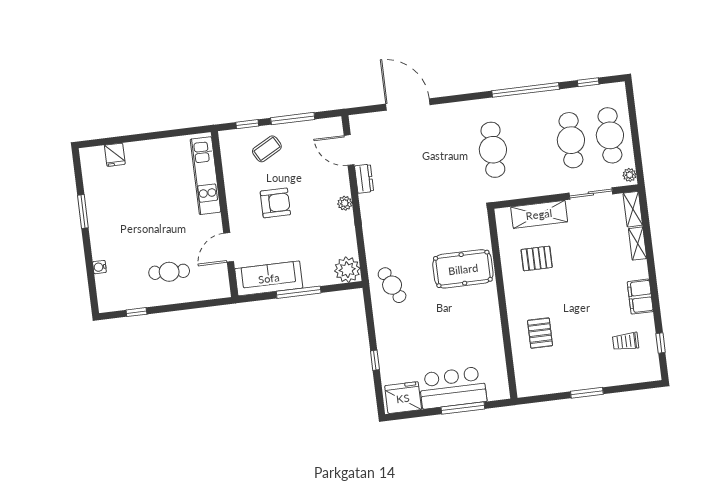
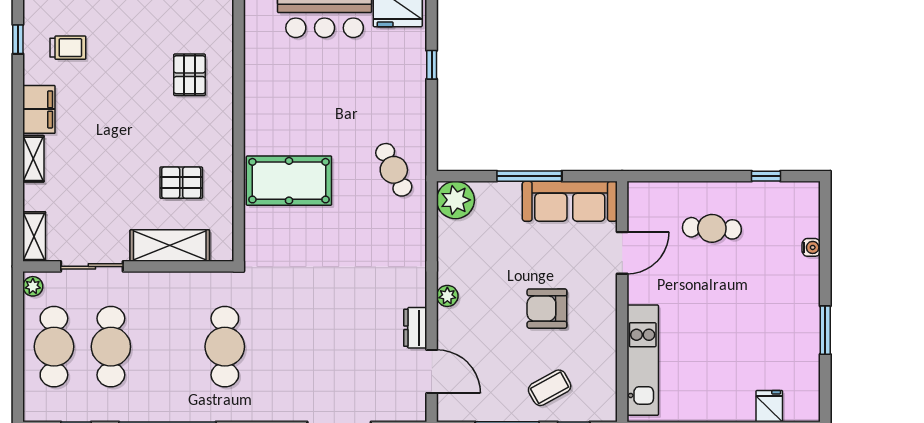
shelving: (638, 244) -> (33, 159), moved

